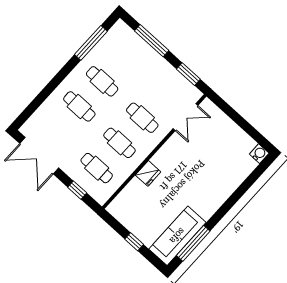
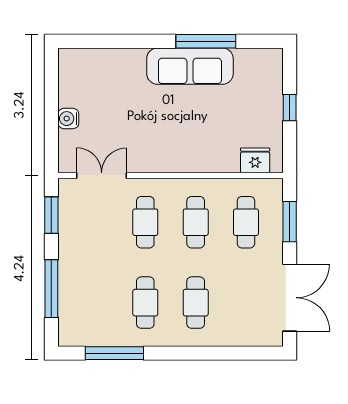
water cooler: (259, 154) -> (68, 119), moved
fridge: (148, 173) -> (255, 160), moved
window: (77, 190) -> (290, 222), width x1.50
sofa: (177, 236) -> (190, 66), moved
window: (193, 243) -> (206, 41), moved

